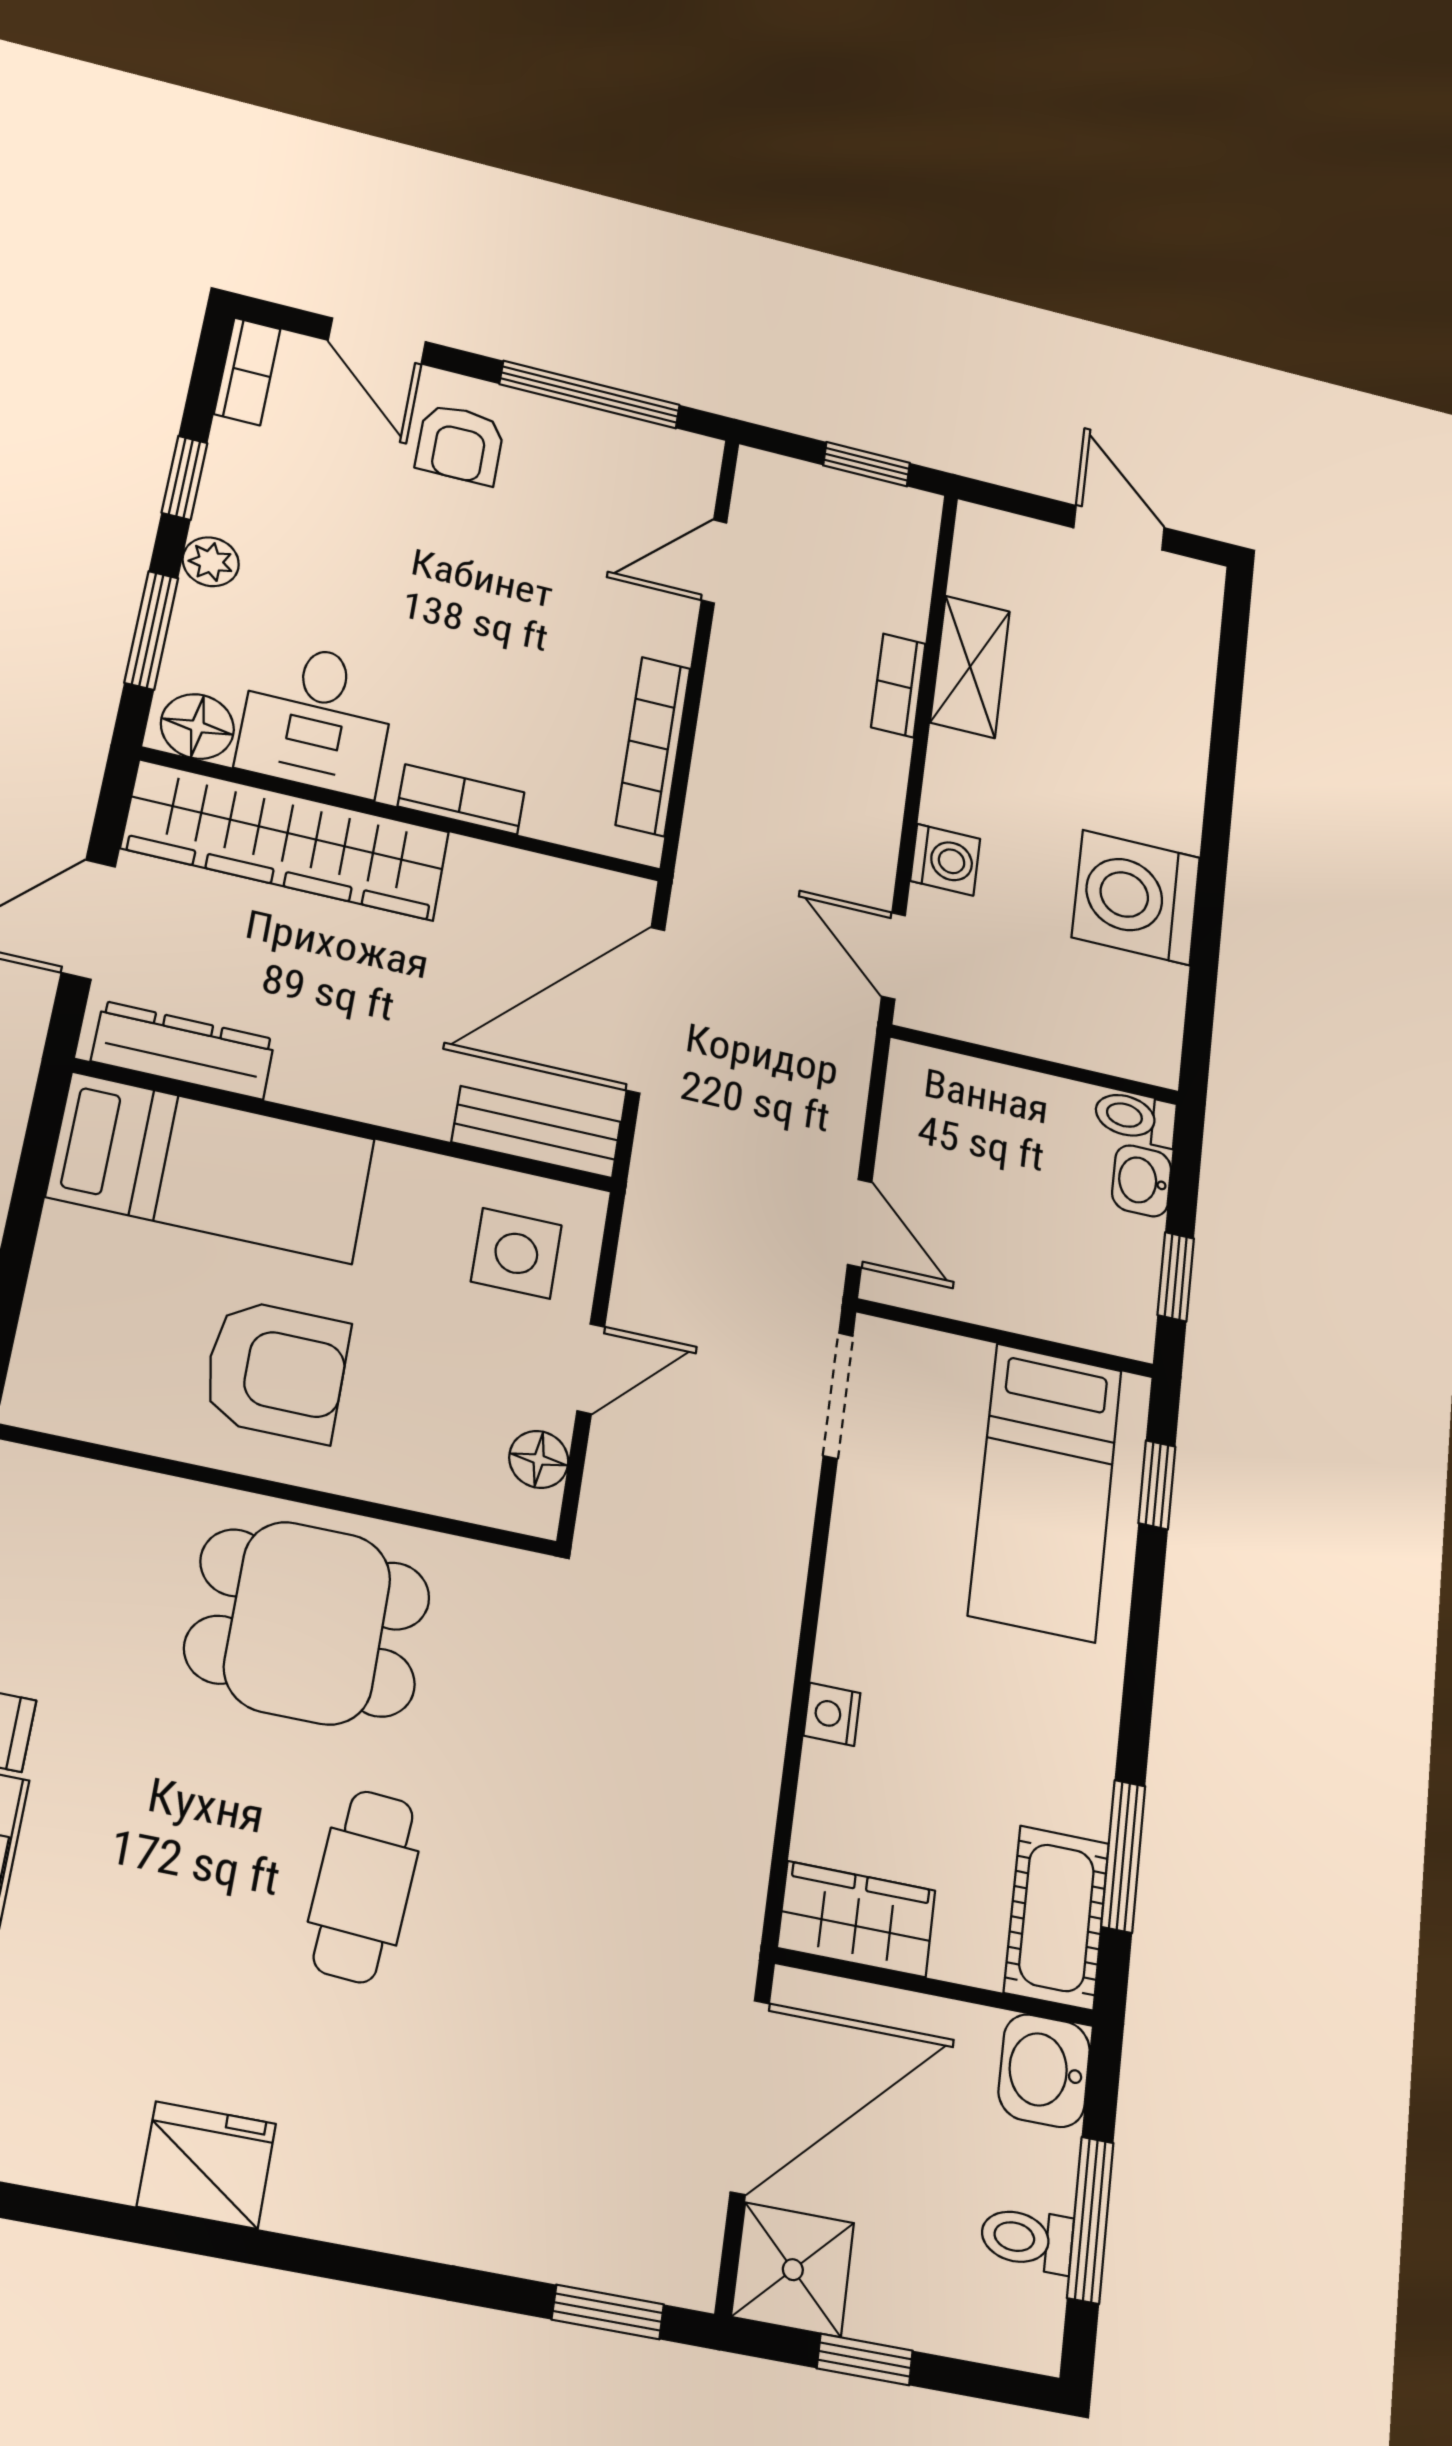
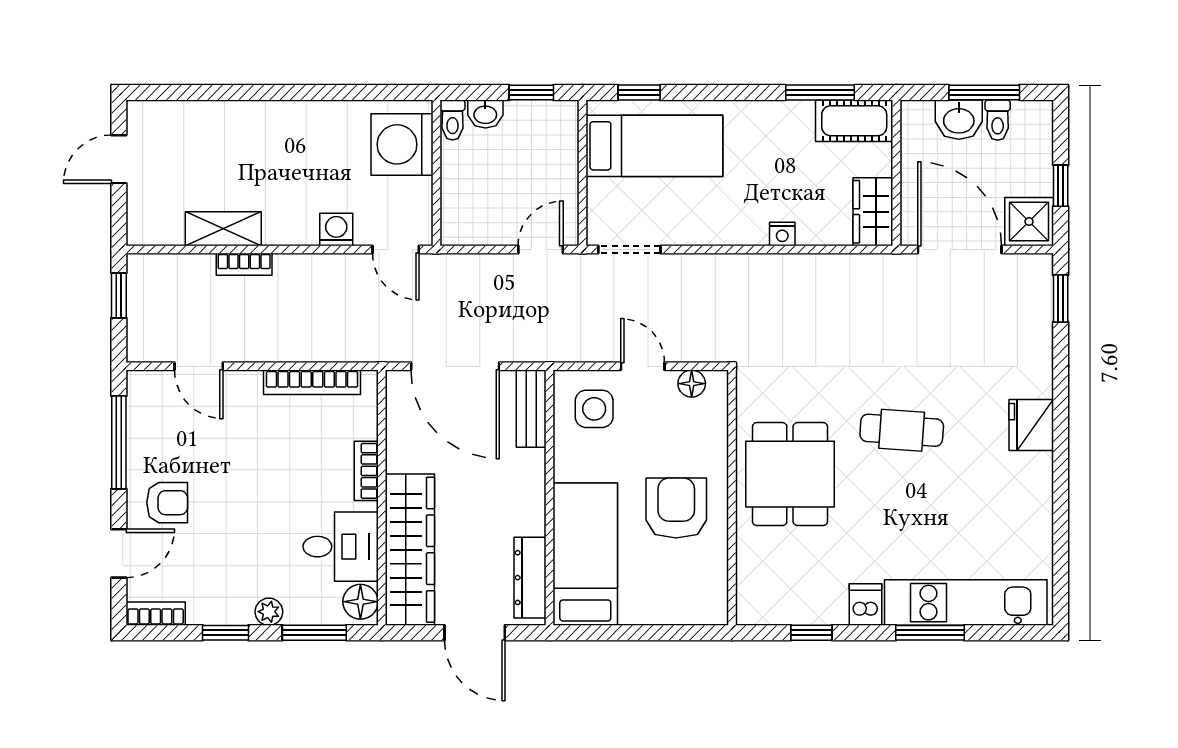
washing machine: (1136, 897) -> (402, 144), moved, turned 90
door: (893, 956) -> (396, 249), hinge flipped
washbasin: (1044, 2071) -> (959, 120), moved
fridge: (207, 2165) -> (1031, 425), moved

